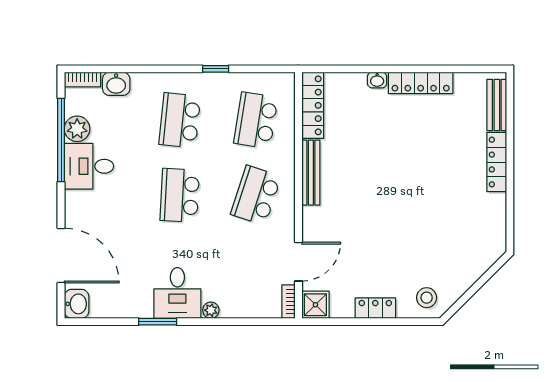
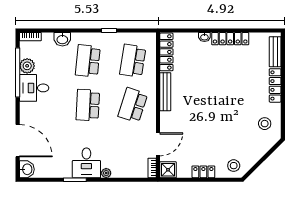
washbasin: (116, 84) -> (62, 39), moved
stool: (479, 227) -> (265, 124), added

